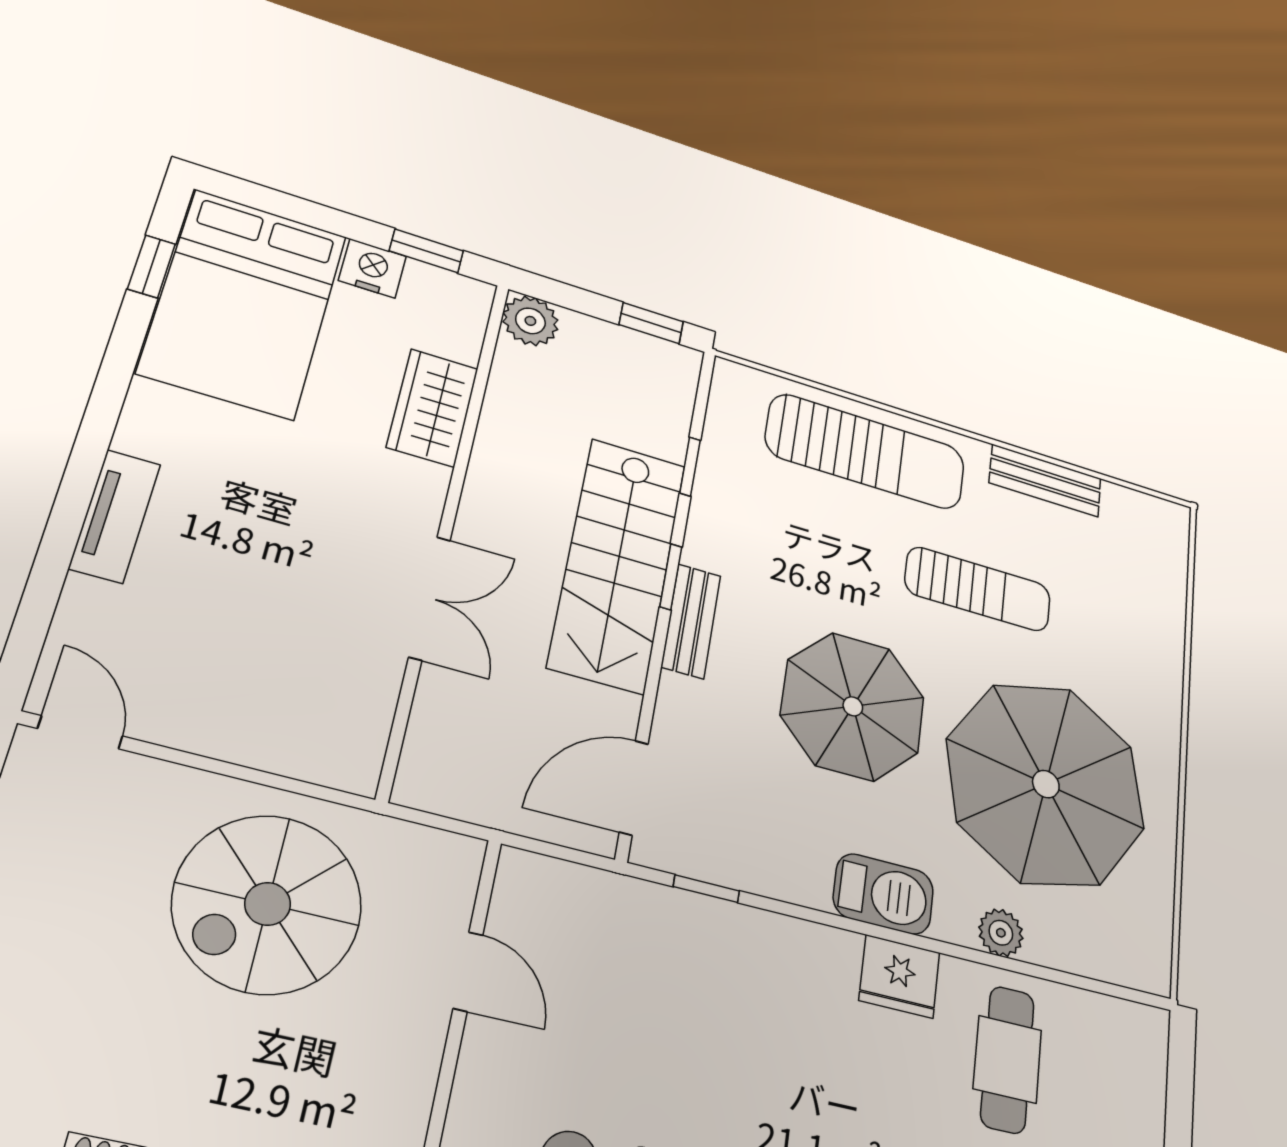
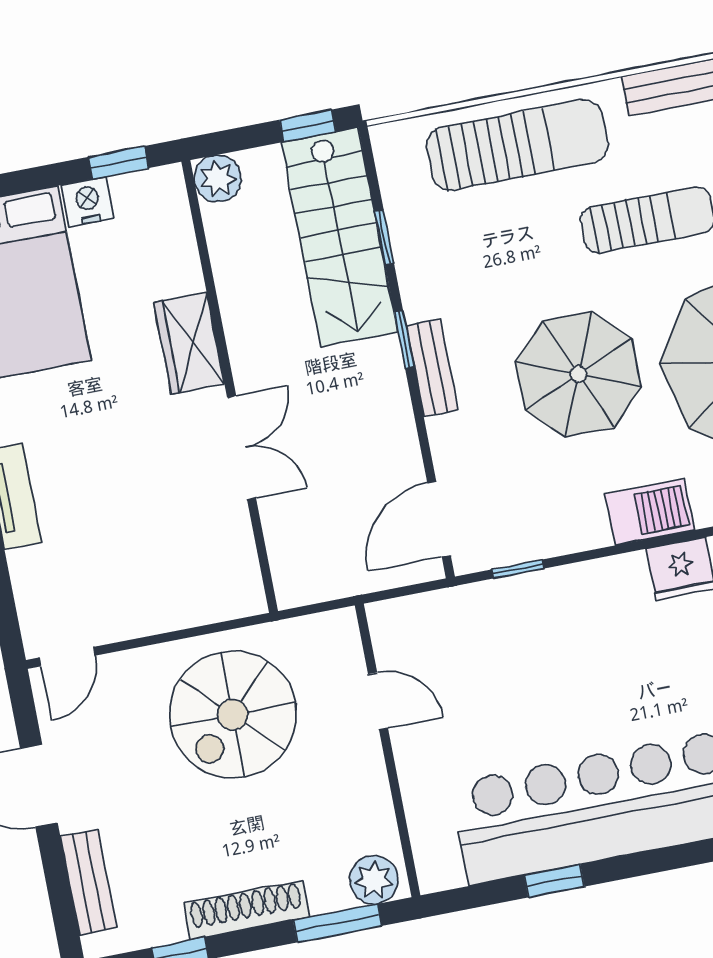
wardrobe: (433, 408) -> (189, 343), moved
stairs: (618, 564) -> (340, 237), moved
door: (80, 732) -> (67, 657), swing flipped

